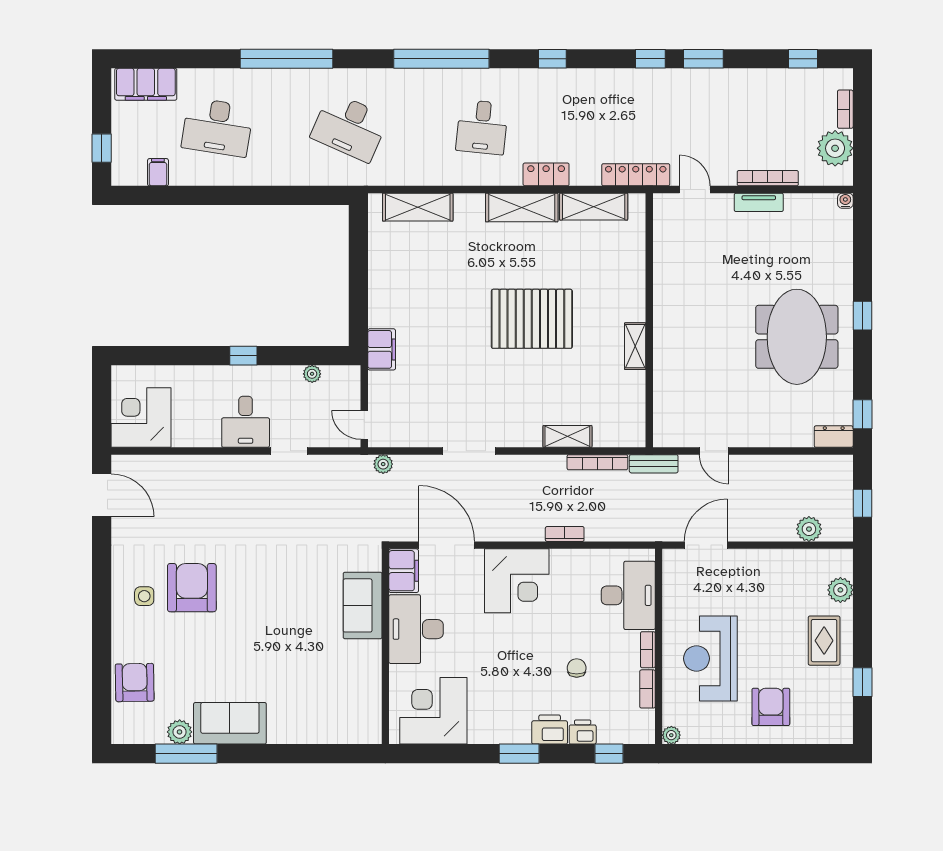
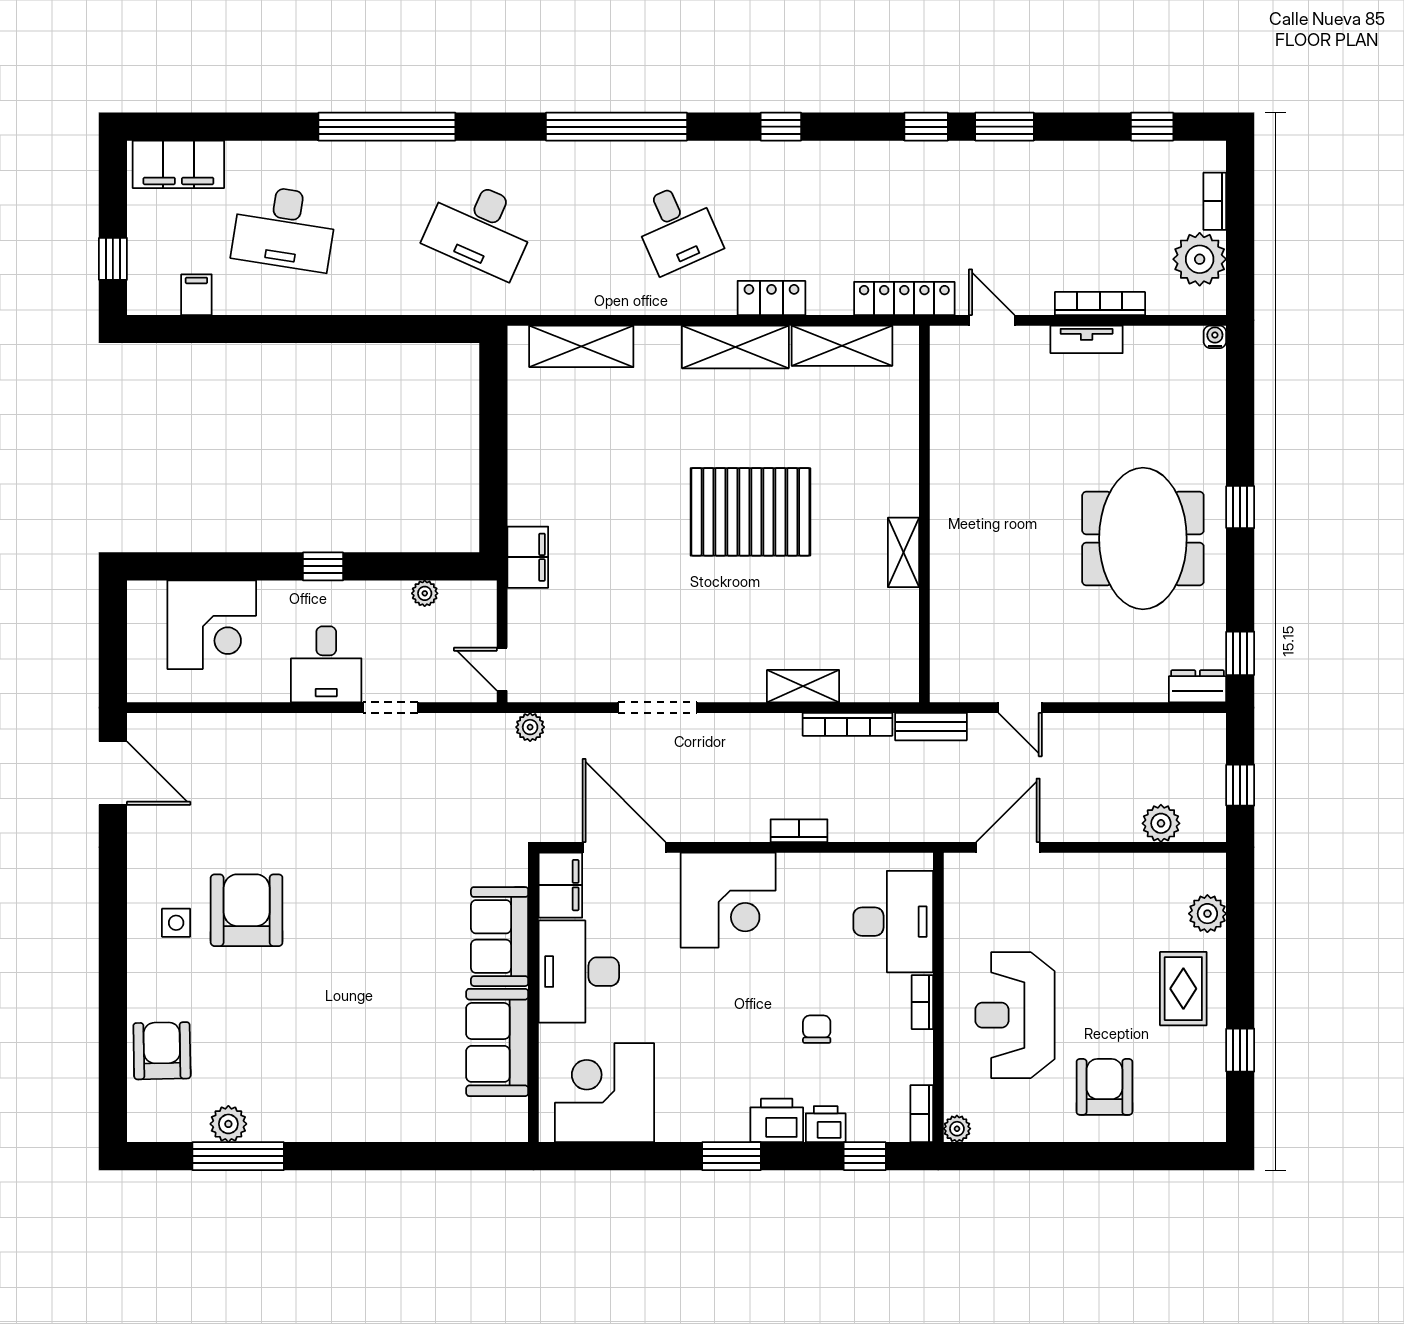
desk: (482, 127) -> (677, 228), turned -30
corner desk: (141, 417) -> (212, 625), moved, turned 180
bookcase: (647, 689) -> (922, 1114), moved
sofa: (230, 723) -> (497, 1042), moved, turned -90

